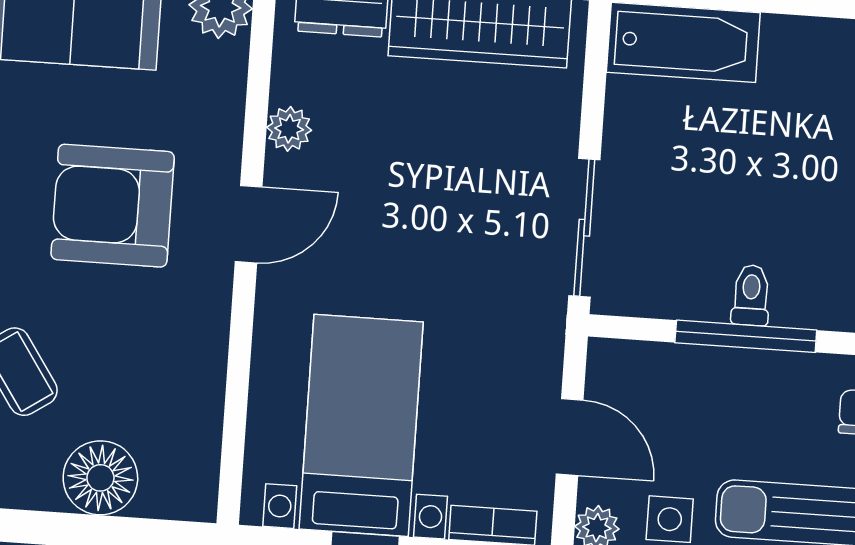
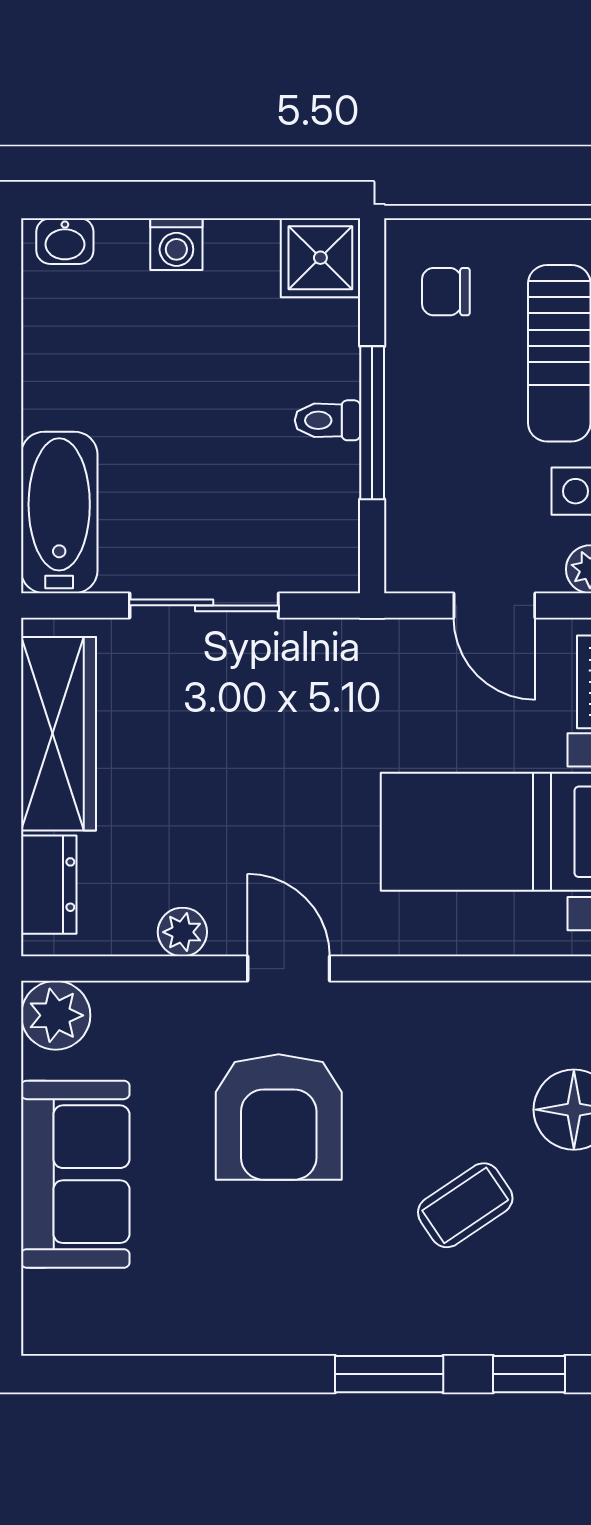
sliding door: (584, 228) -> (204, 605), moved
door: (570, 437) -> (494, 605), swing flipped

